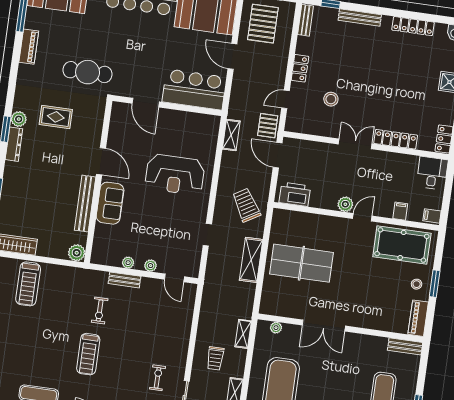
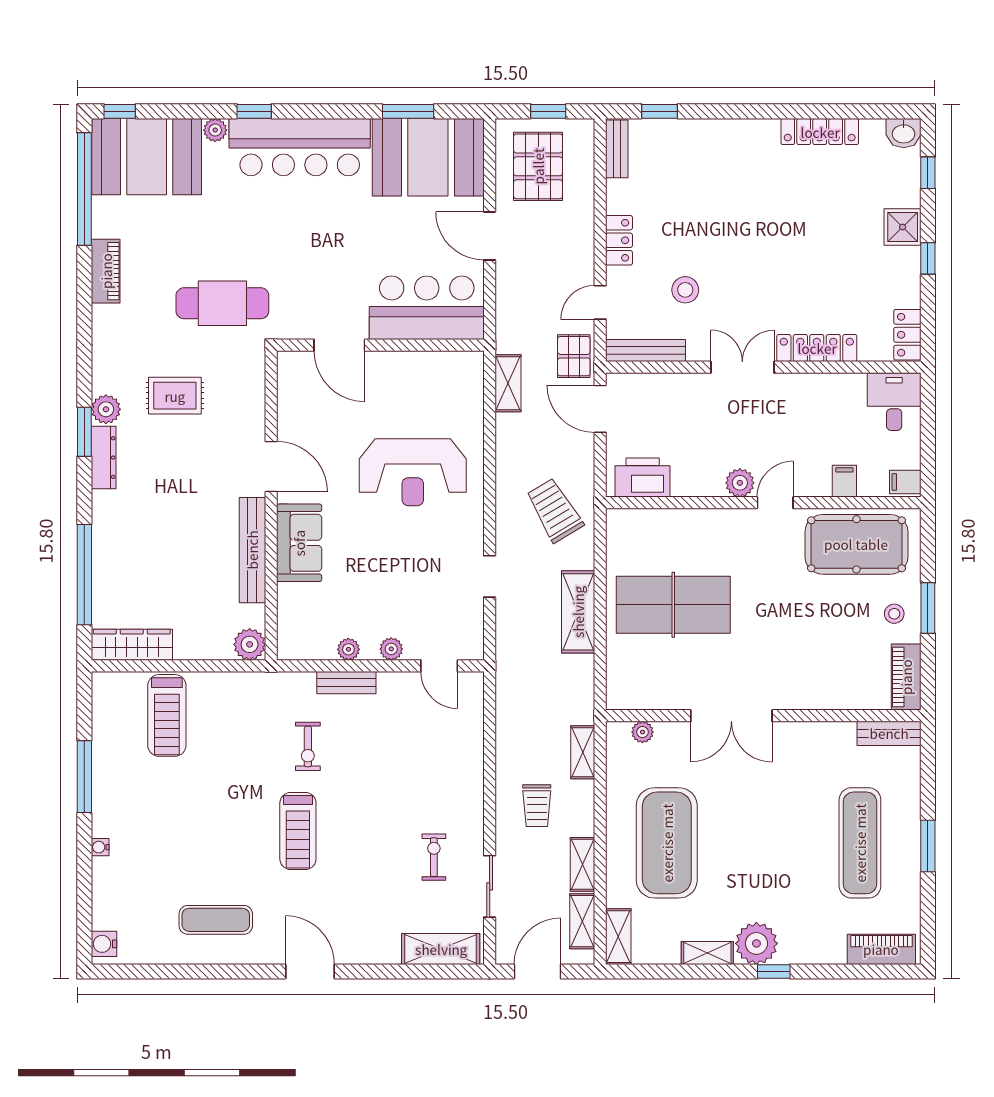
bench: (360, 17) -> (646, 351), moved

